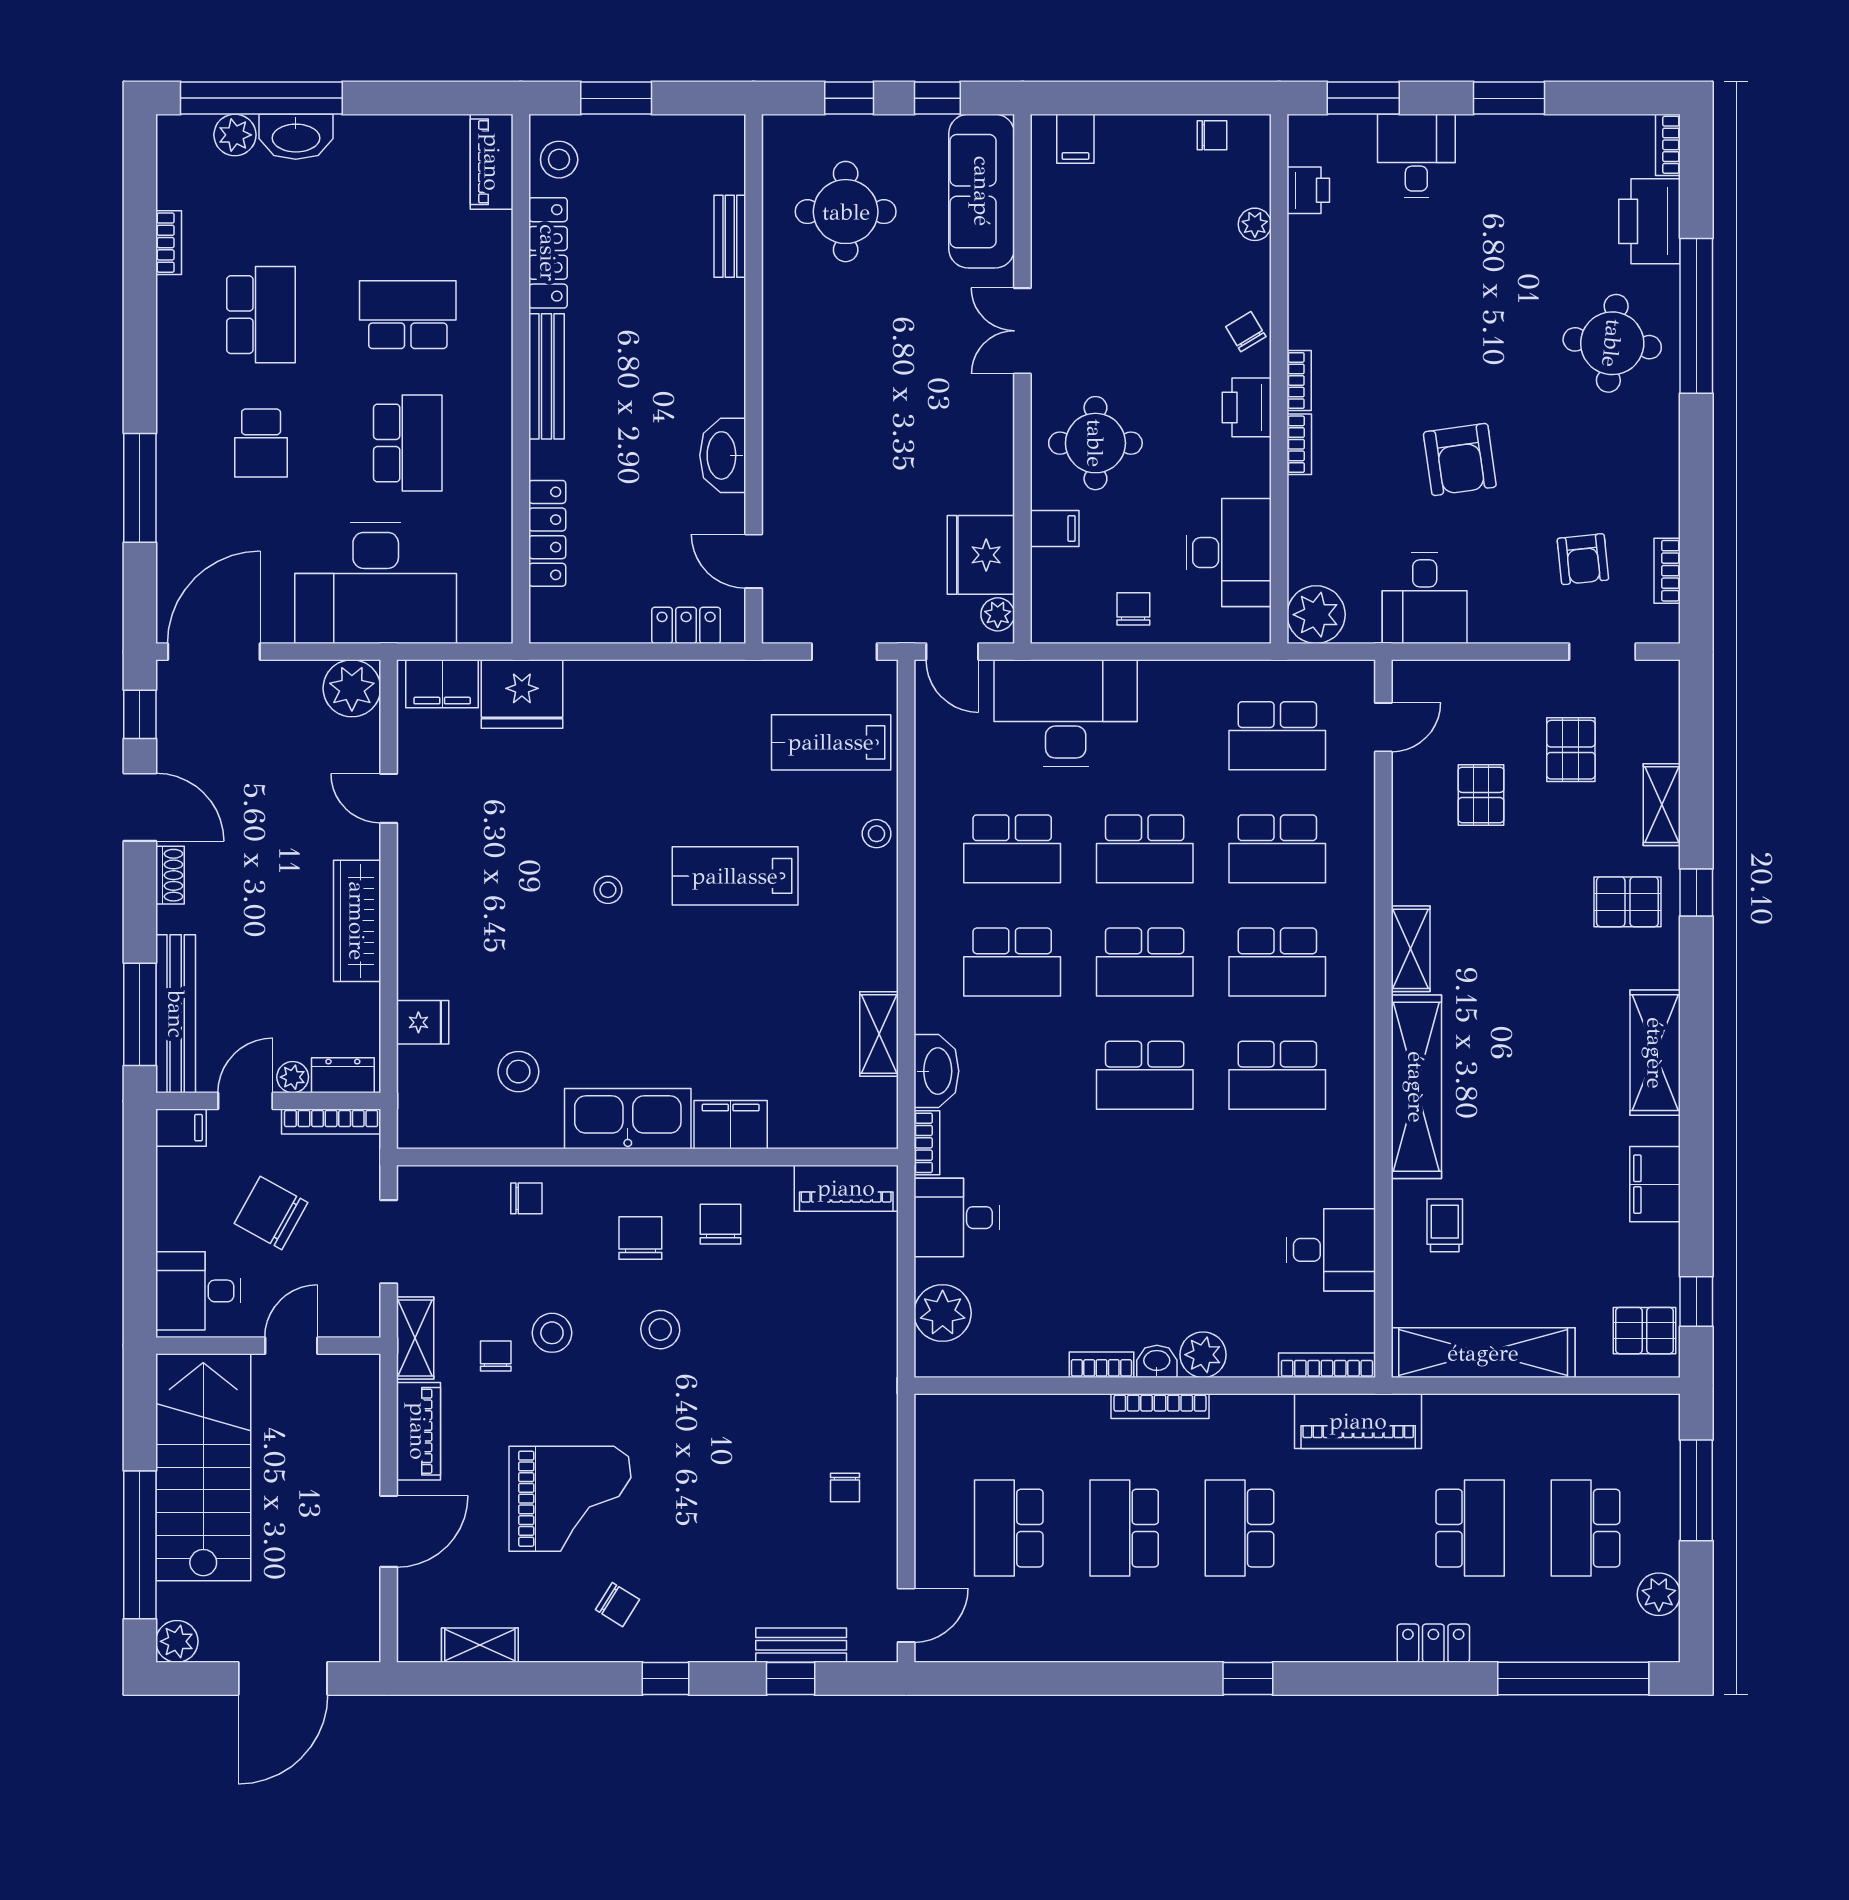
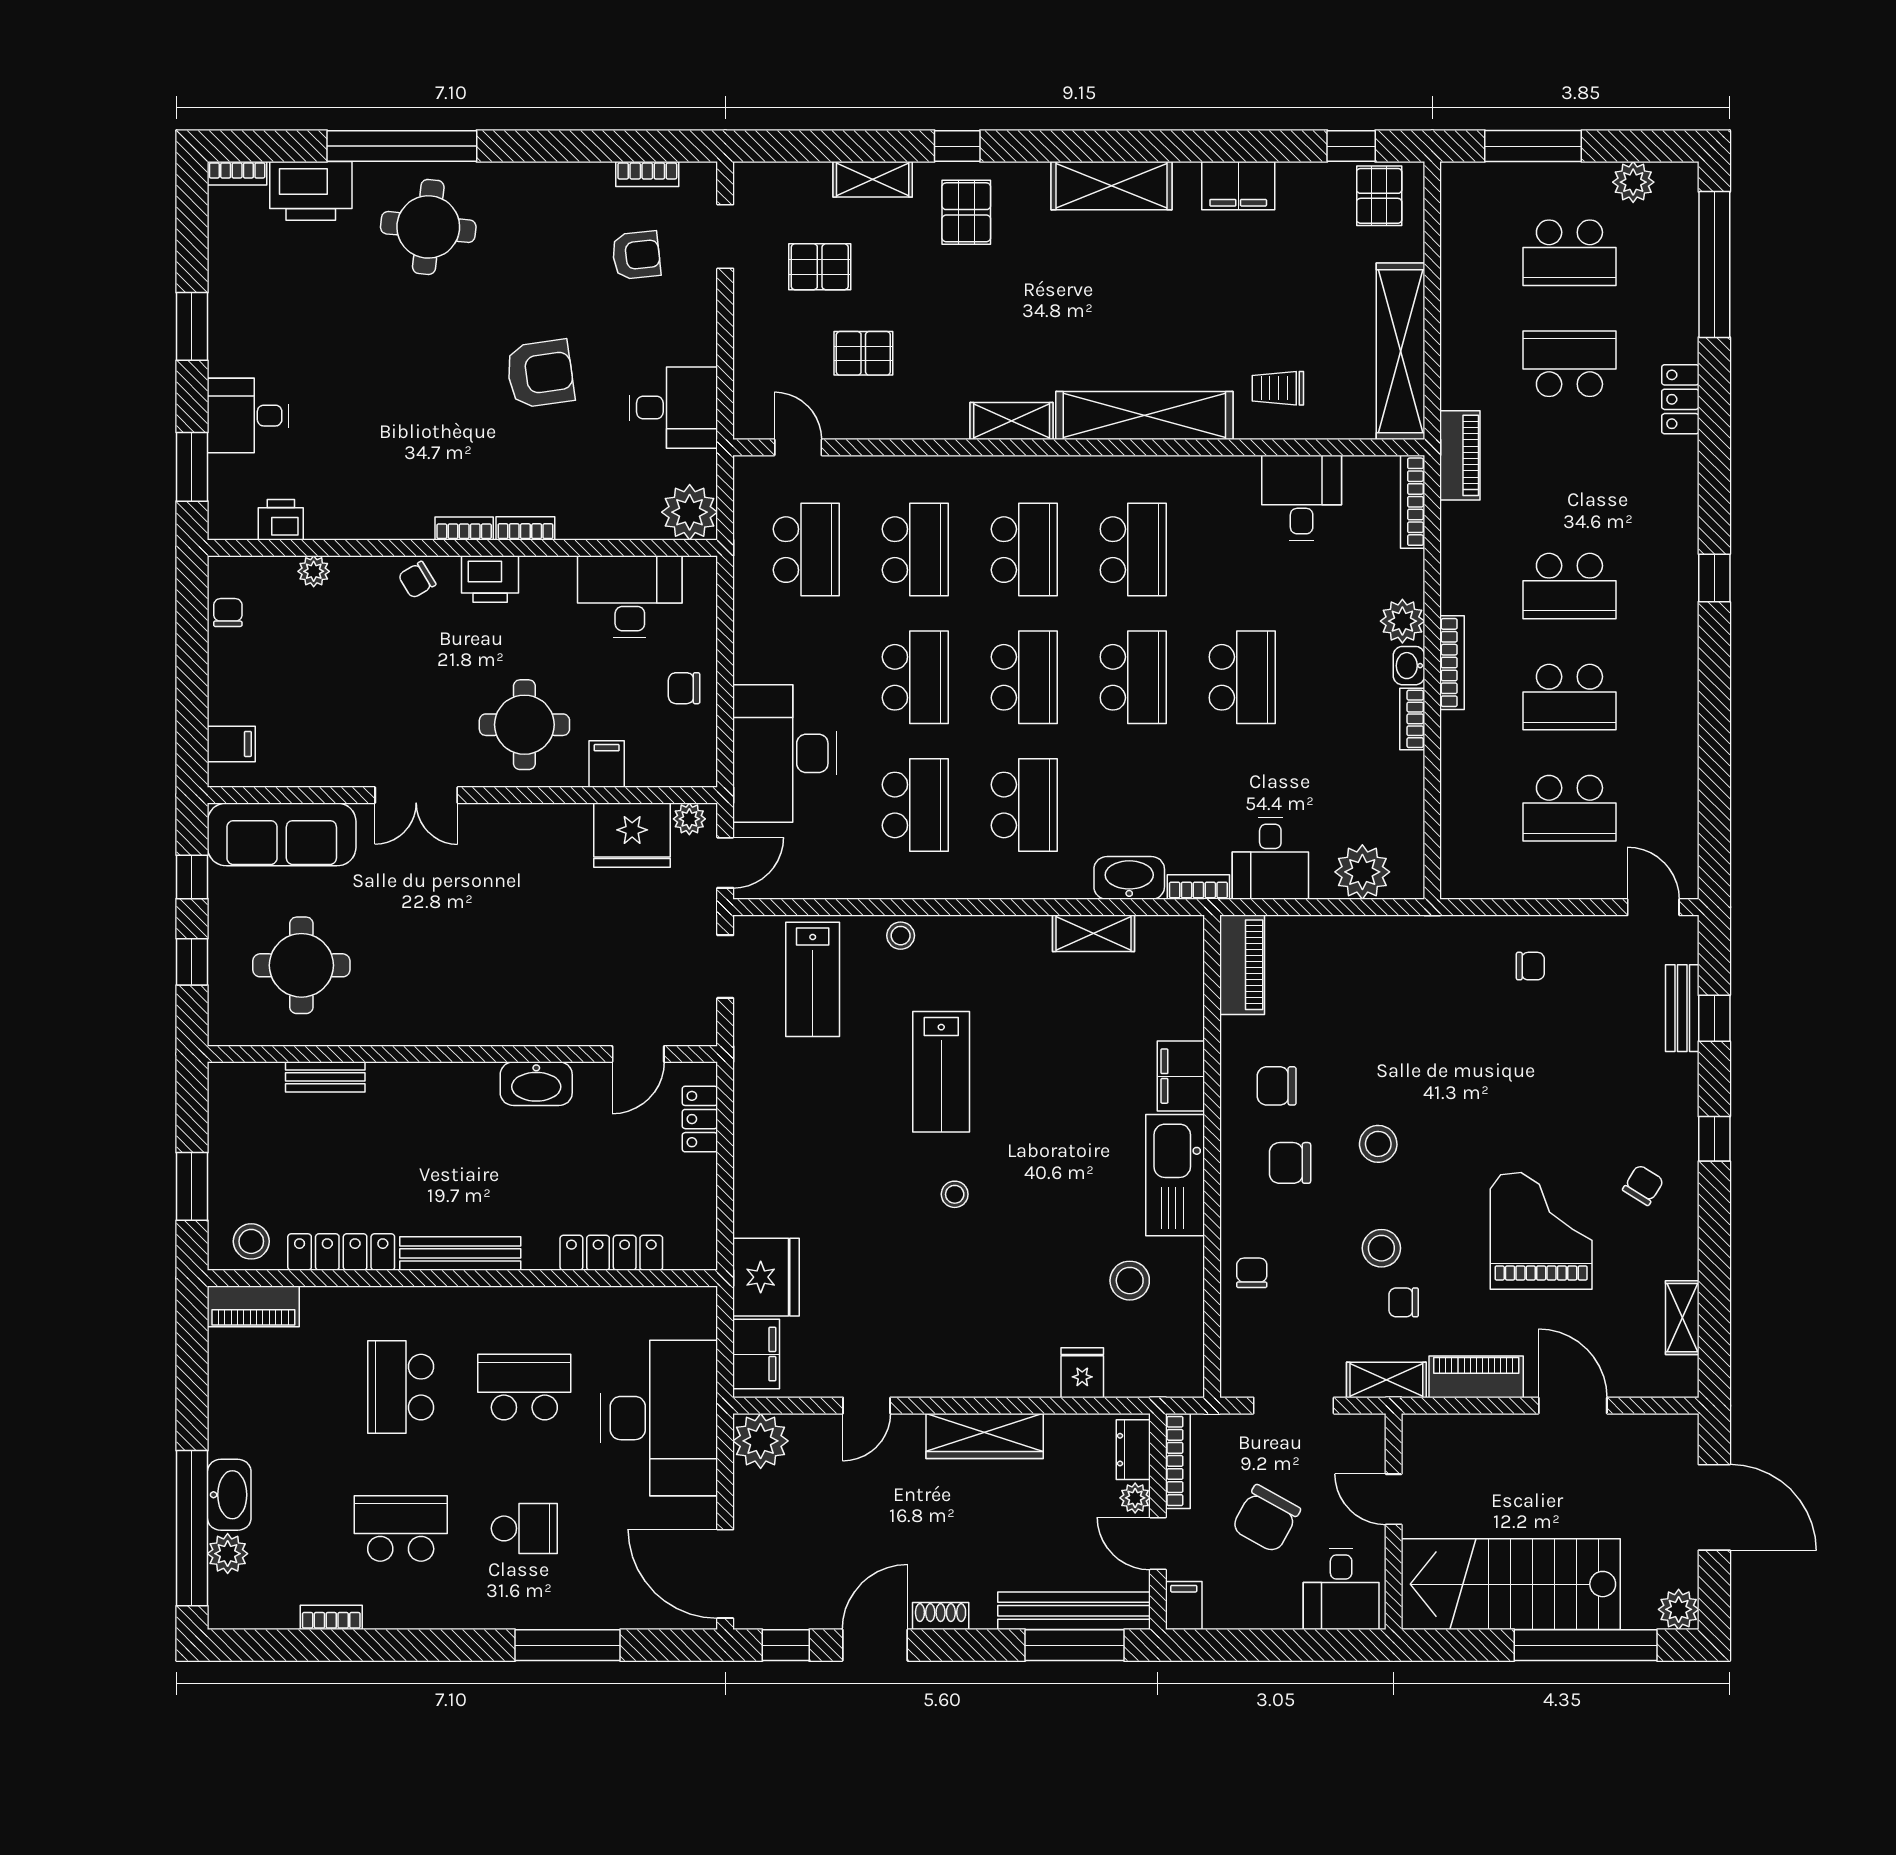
school desk: (1145, 1188) -> (1242, 677), added
piano: (1358, 1421) -> (1460, 455), width x0.73, depth x0.75

